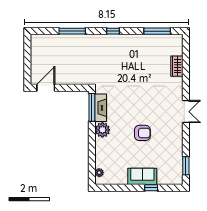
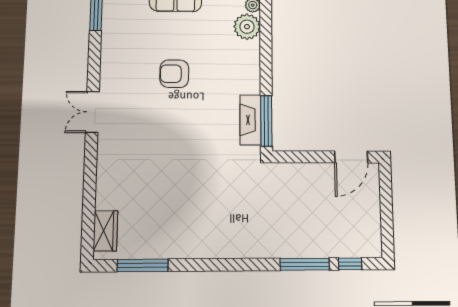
window: (113, 31) -> (350, 264), moved
wardrobe: (177, 66) -> (105, 231), moved
plant: (102, 130) -> (247, 27), moved

